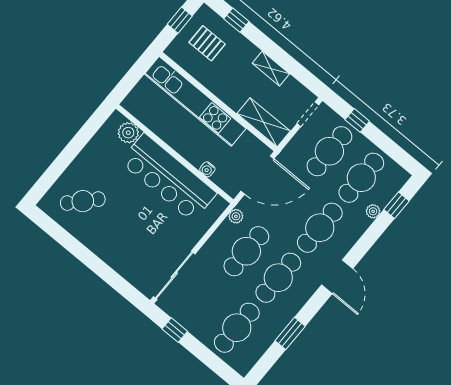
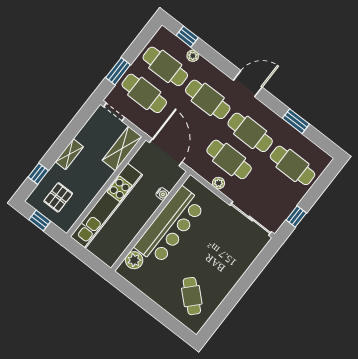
shelving: (271, 69) -> (69, 154), moved
window: (357, 120) -> (118, 71), width x1.50
plant: (236, 216) -> (218, 183), moved

